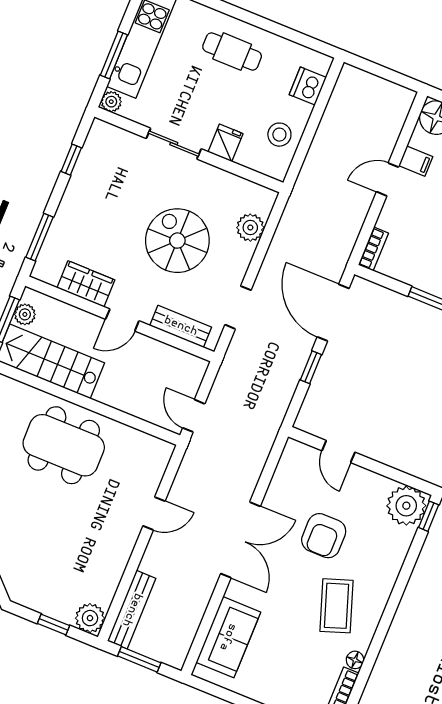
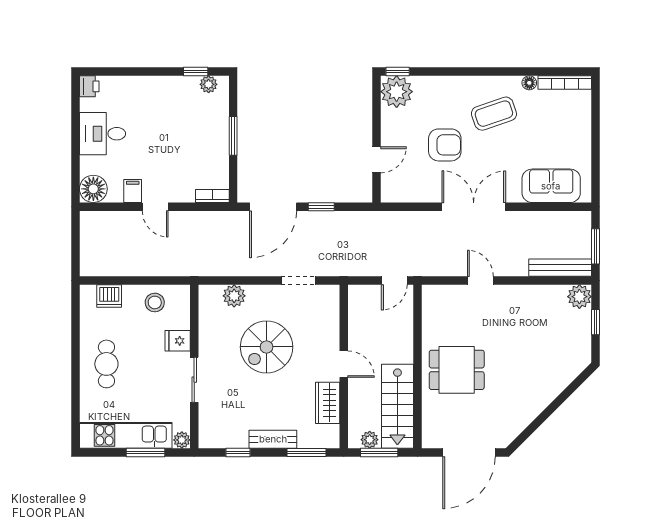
bench: (181, 326) -> (273, 439), moved, turned 90
dining table: (64, 445) -> (457, 370), width x0.73

